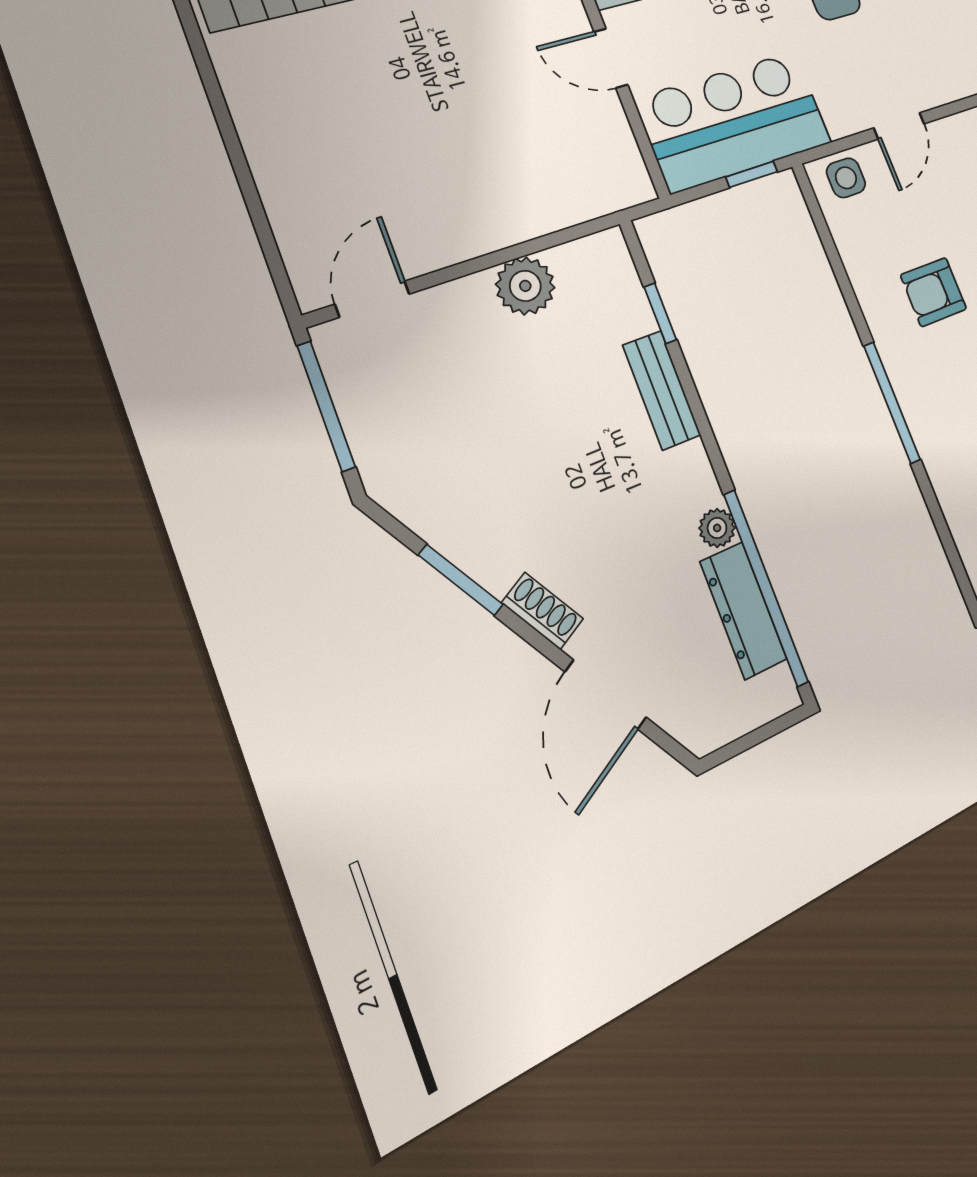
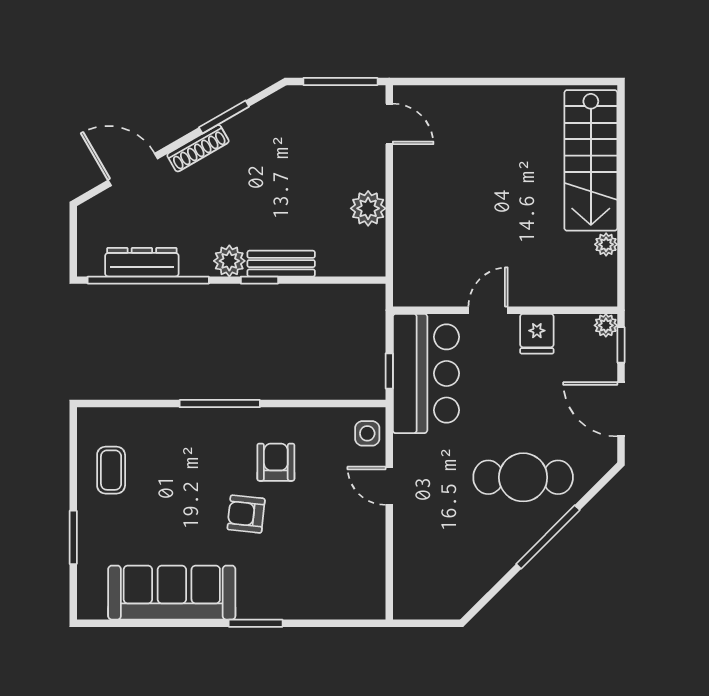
window: (660, 313) -> (259, 280), moved
plant: (717, 528) -> (229, 261), moved, width x1.38, depth x1.38
shoe rack: (543, 611) -> (198, 148), width x1.43

